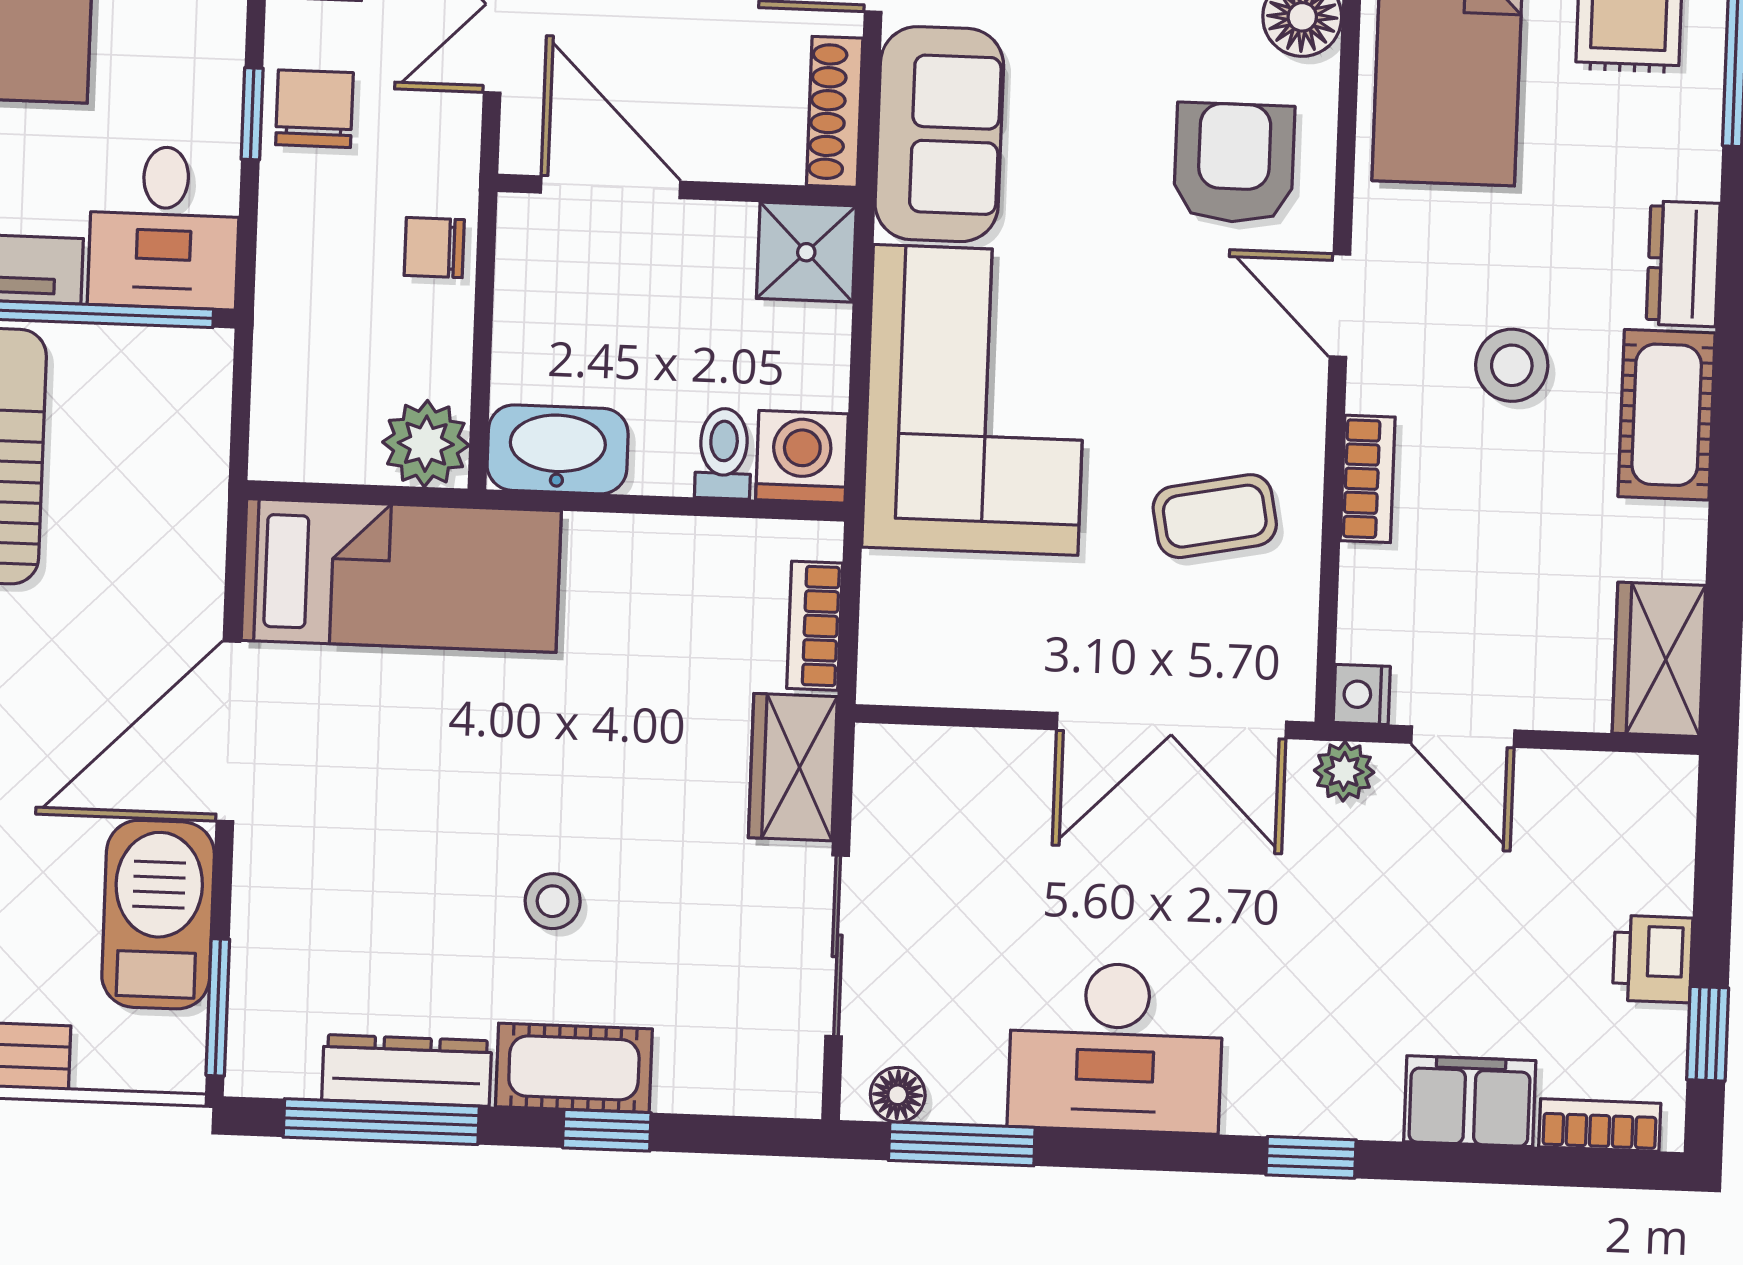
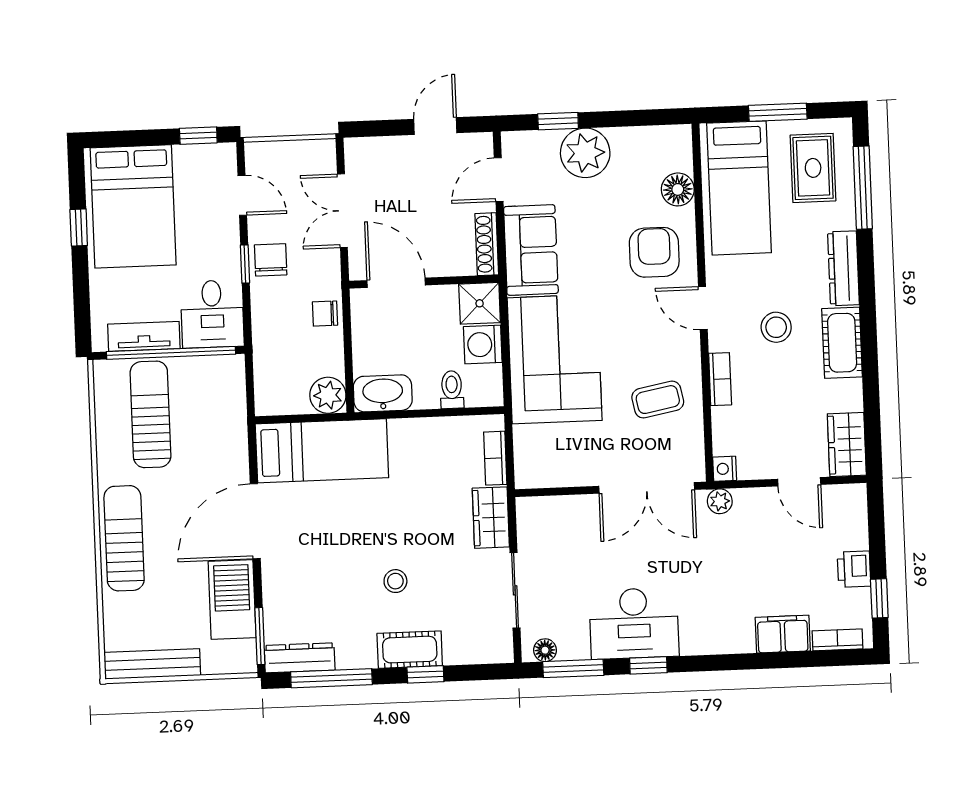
dresser: (1683, 264) -> (844, 268), width x1.44
washing machine: (802, 457) -> (483, 344), moved, turned -90
door: (1463, 737) -> (799, 482), moved
dresser: (407, 1070) -> (300, 658), moved
window: (1311, 1157) -> (648, 665), moved

